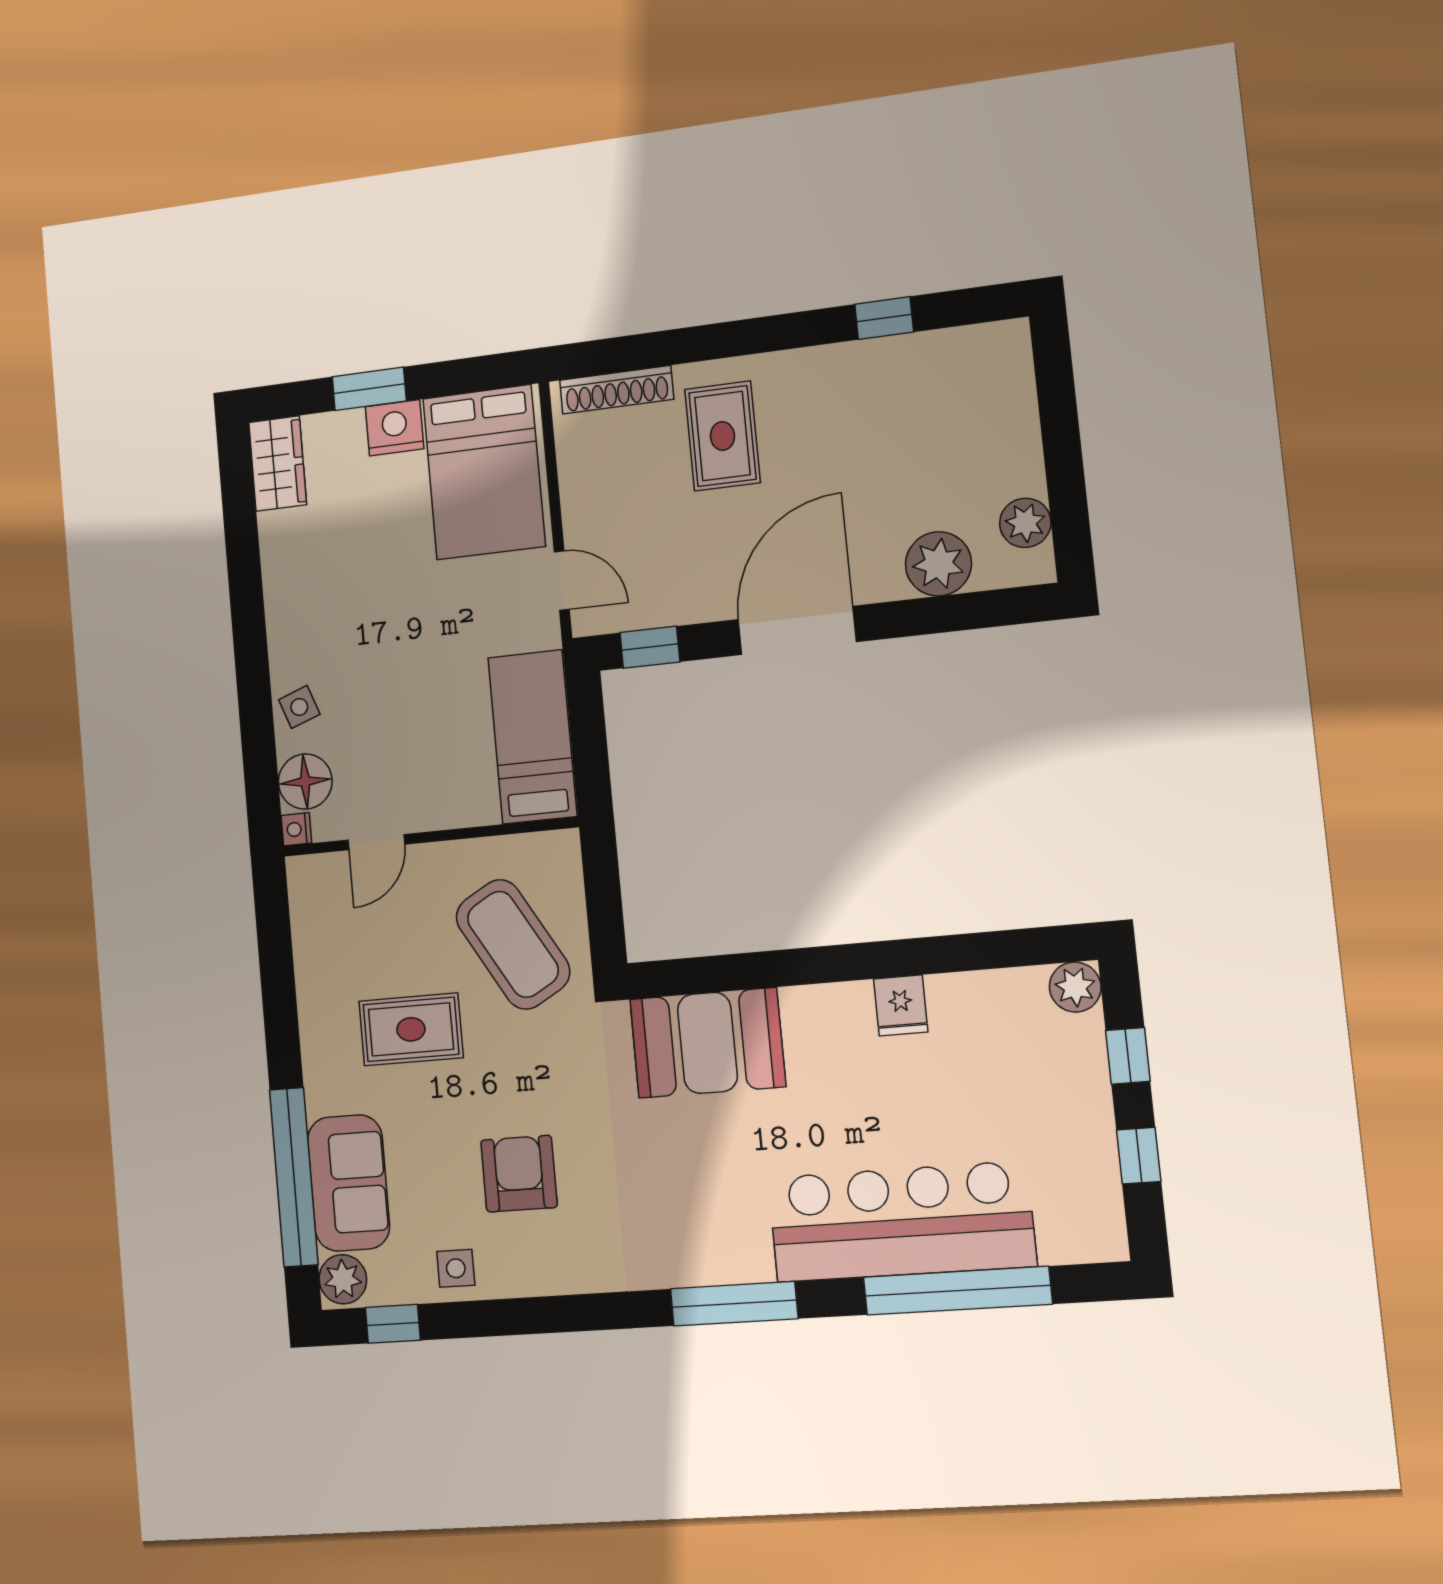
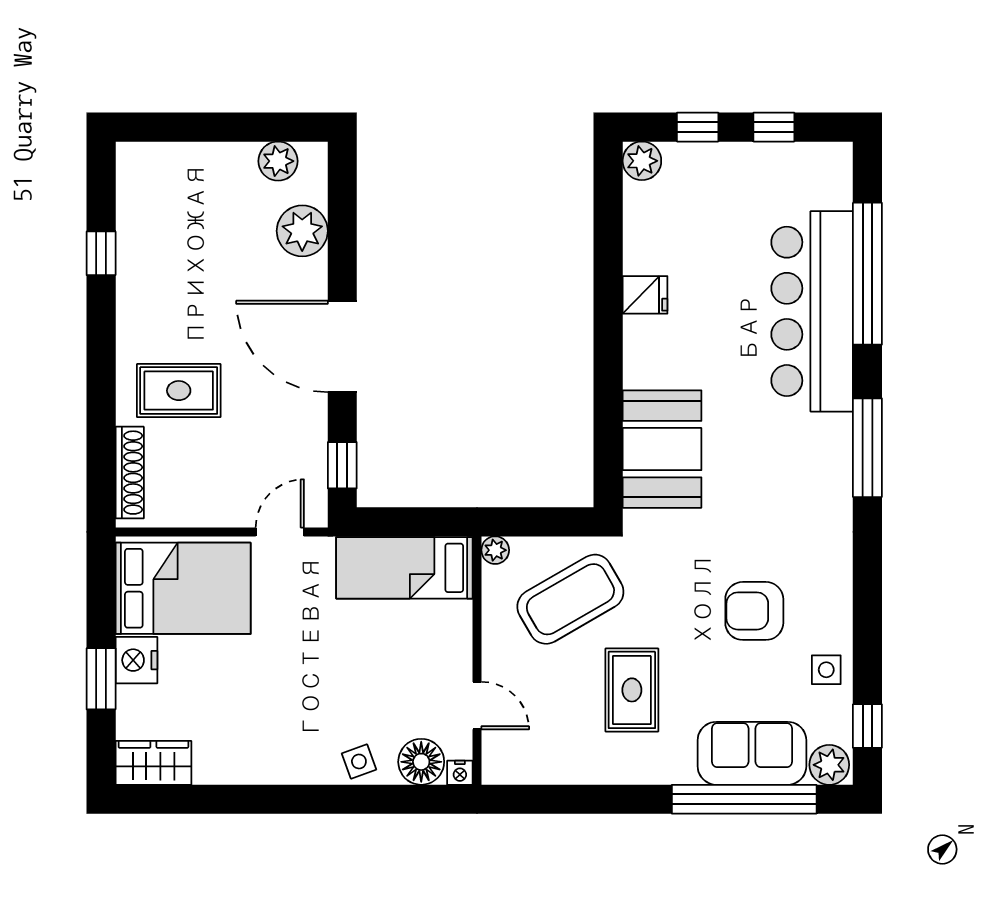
plant: (564, 846) -> (495, 550), added

